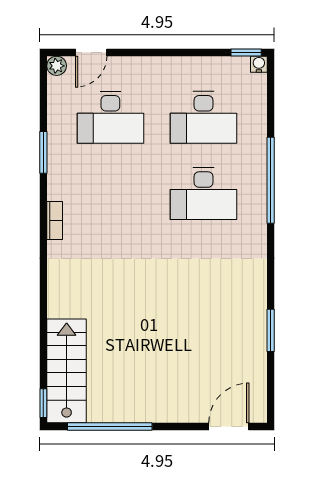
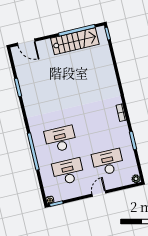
door: (91, 52) -> (99, 194), moved
stairs: (67, 371) -> (75, 41), moved, turned -90
door: (229, 426) -> (26, 42), hinge flipped

